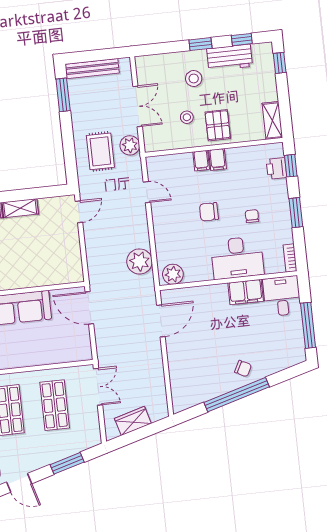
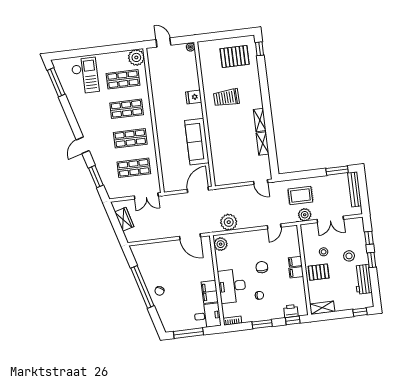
window: (242, 40) -> (369, 238), moved

